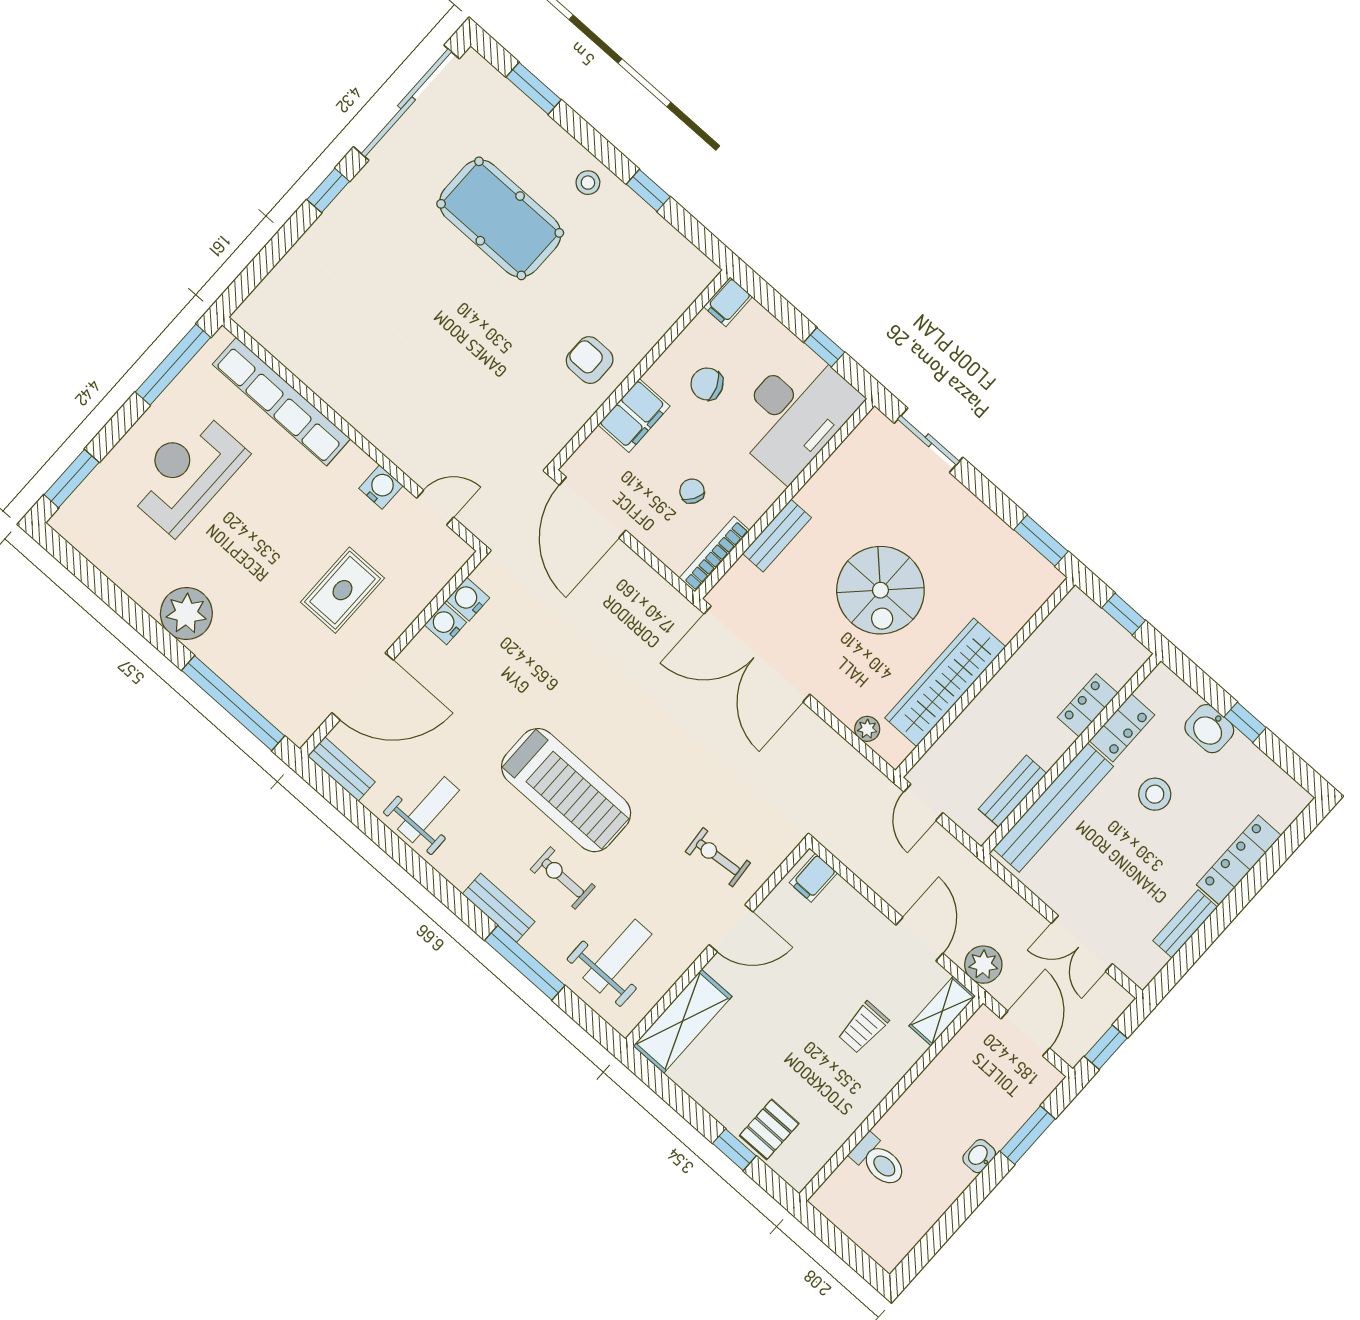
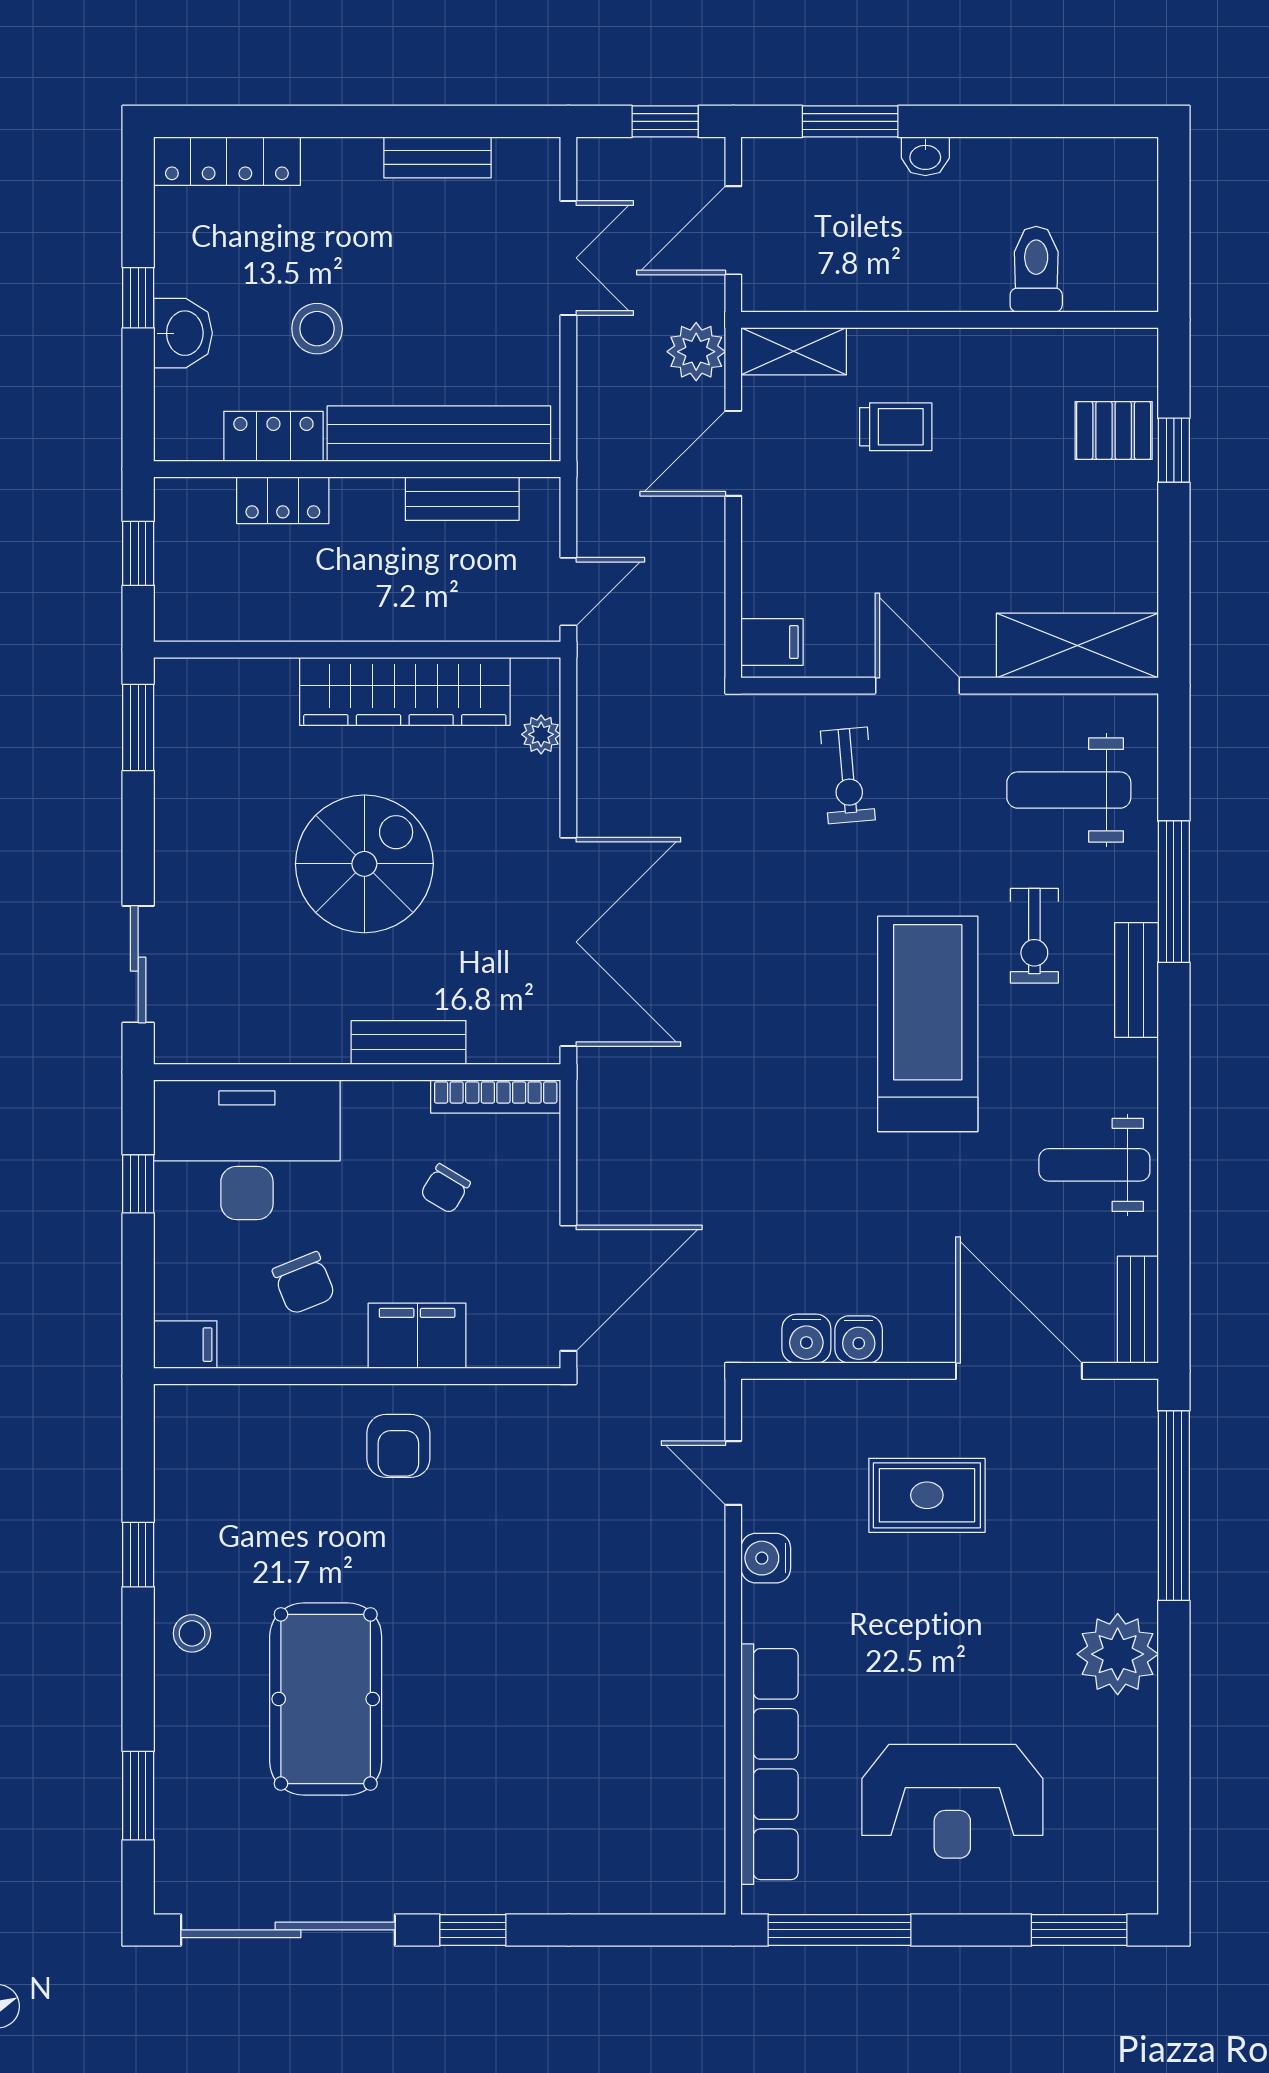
locker: (1239, 860) -> (227, 161), moved

